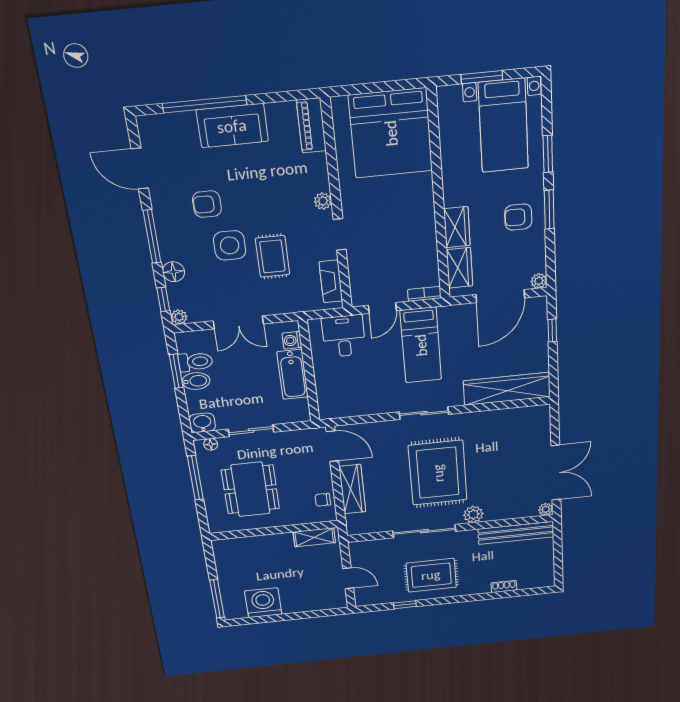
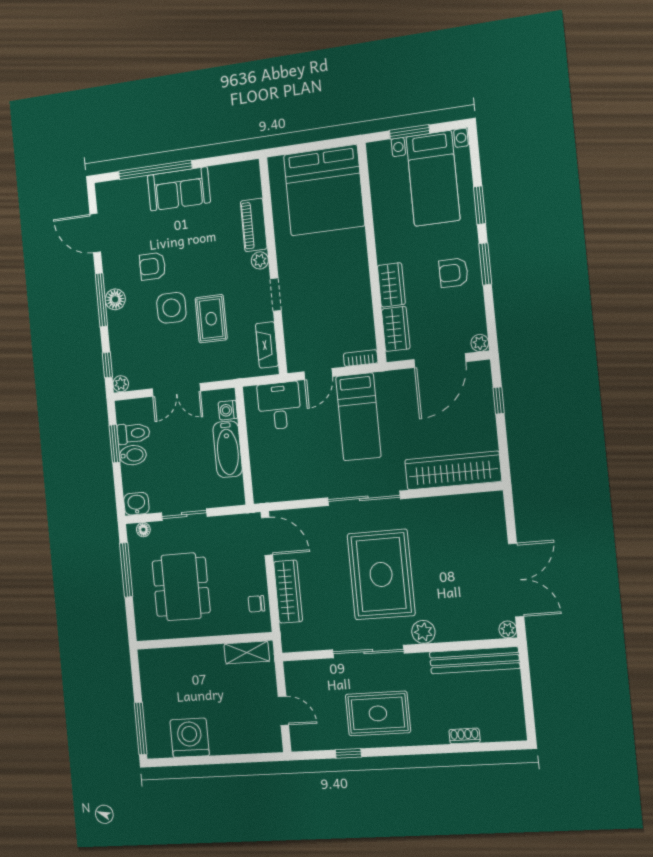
piano: (311, 125) -> (254, 225), moved
floor lamp: (174, 272) -> (115, 299), moved
sliding door: (424, 413) -> (364, 498), width x1.37

